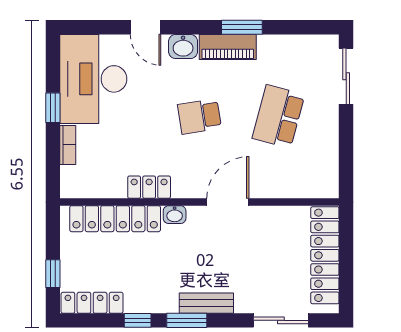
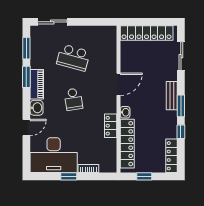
window: (296, 27) -> (26, 48), added
door: (228, 202) -> (118, 84), swing flipped
window: (53, 274) -> (144, 176), moved

